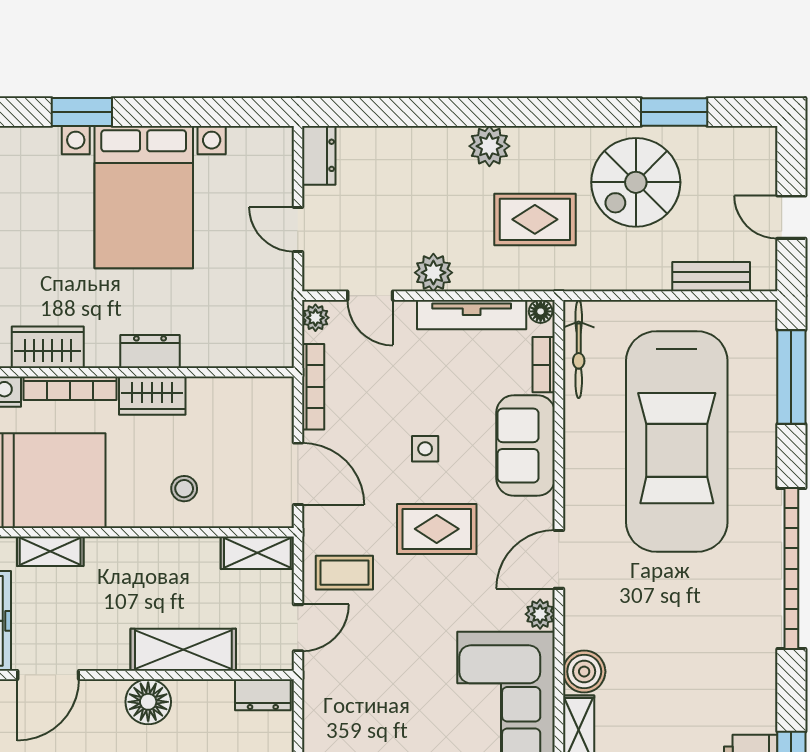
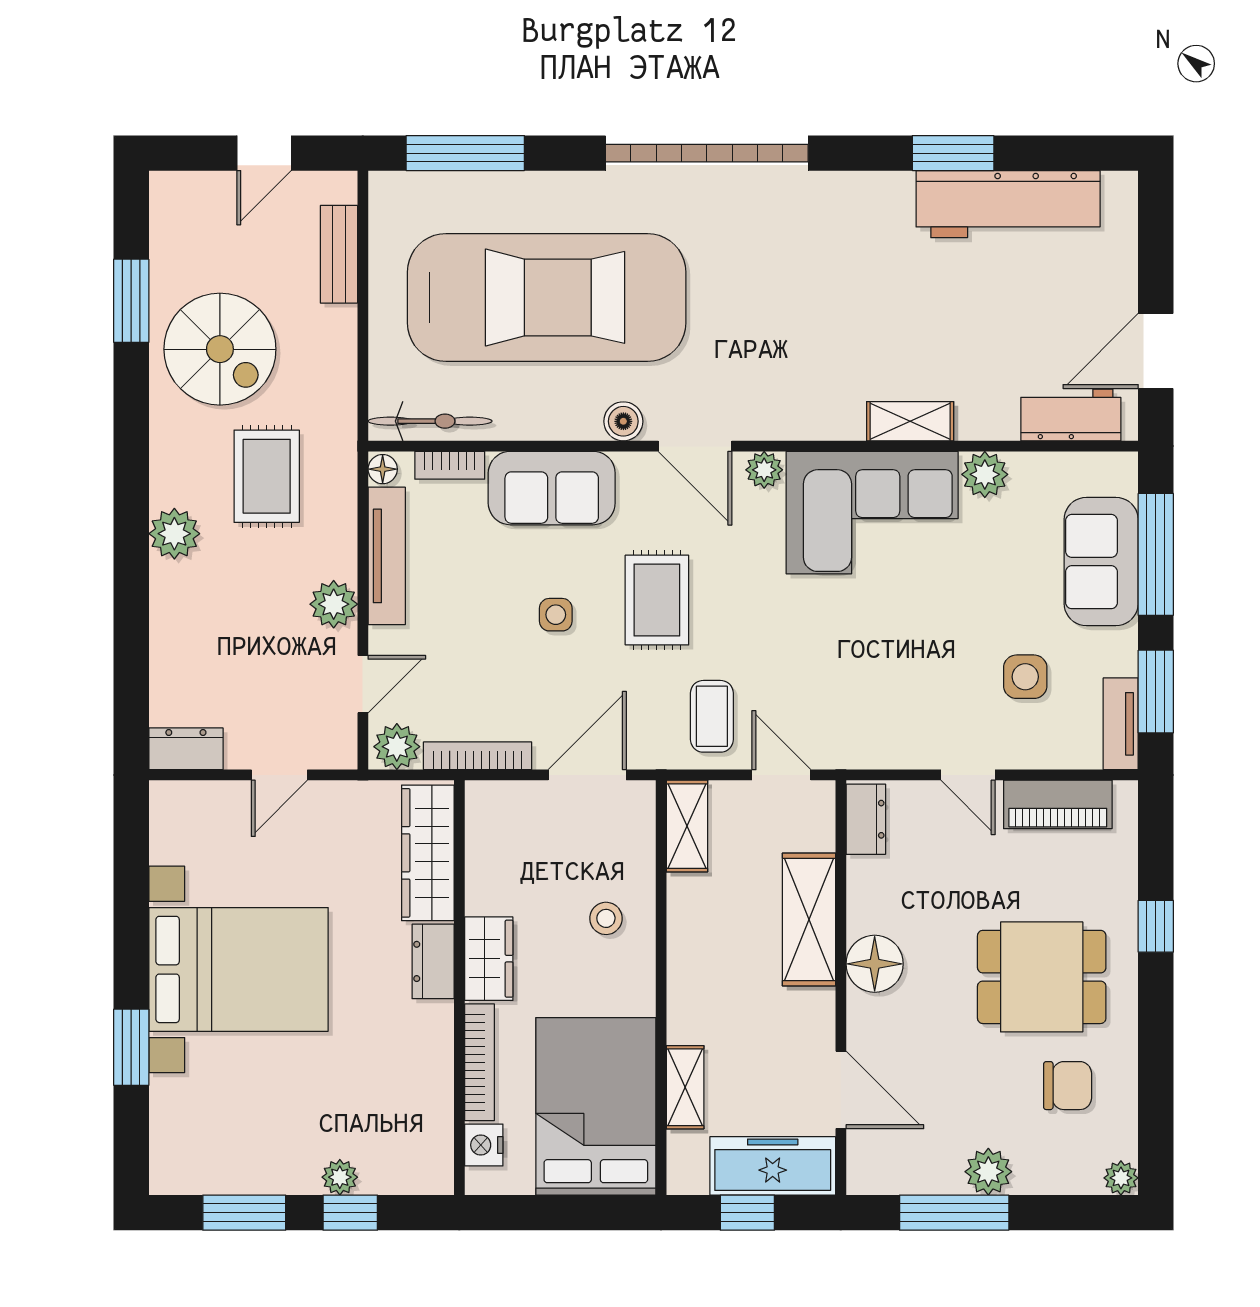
plant: (315, 318) -> (397, 747), width x1.38, depth x1.38
wardrobe: (48, 347) -> (428, 853), moved, width x1.50
boiler: (584, 672) -> (623, 421), moved, width x0.73, depth x0.73

